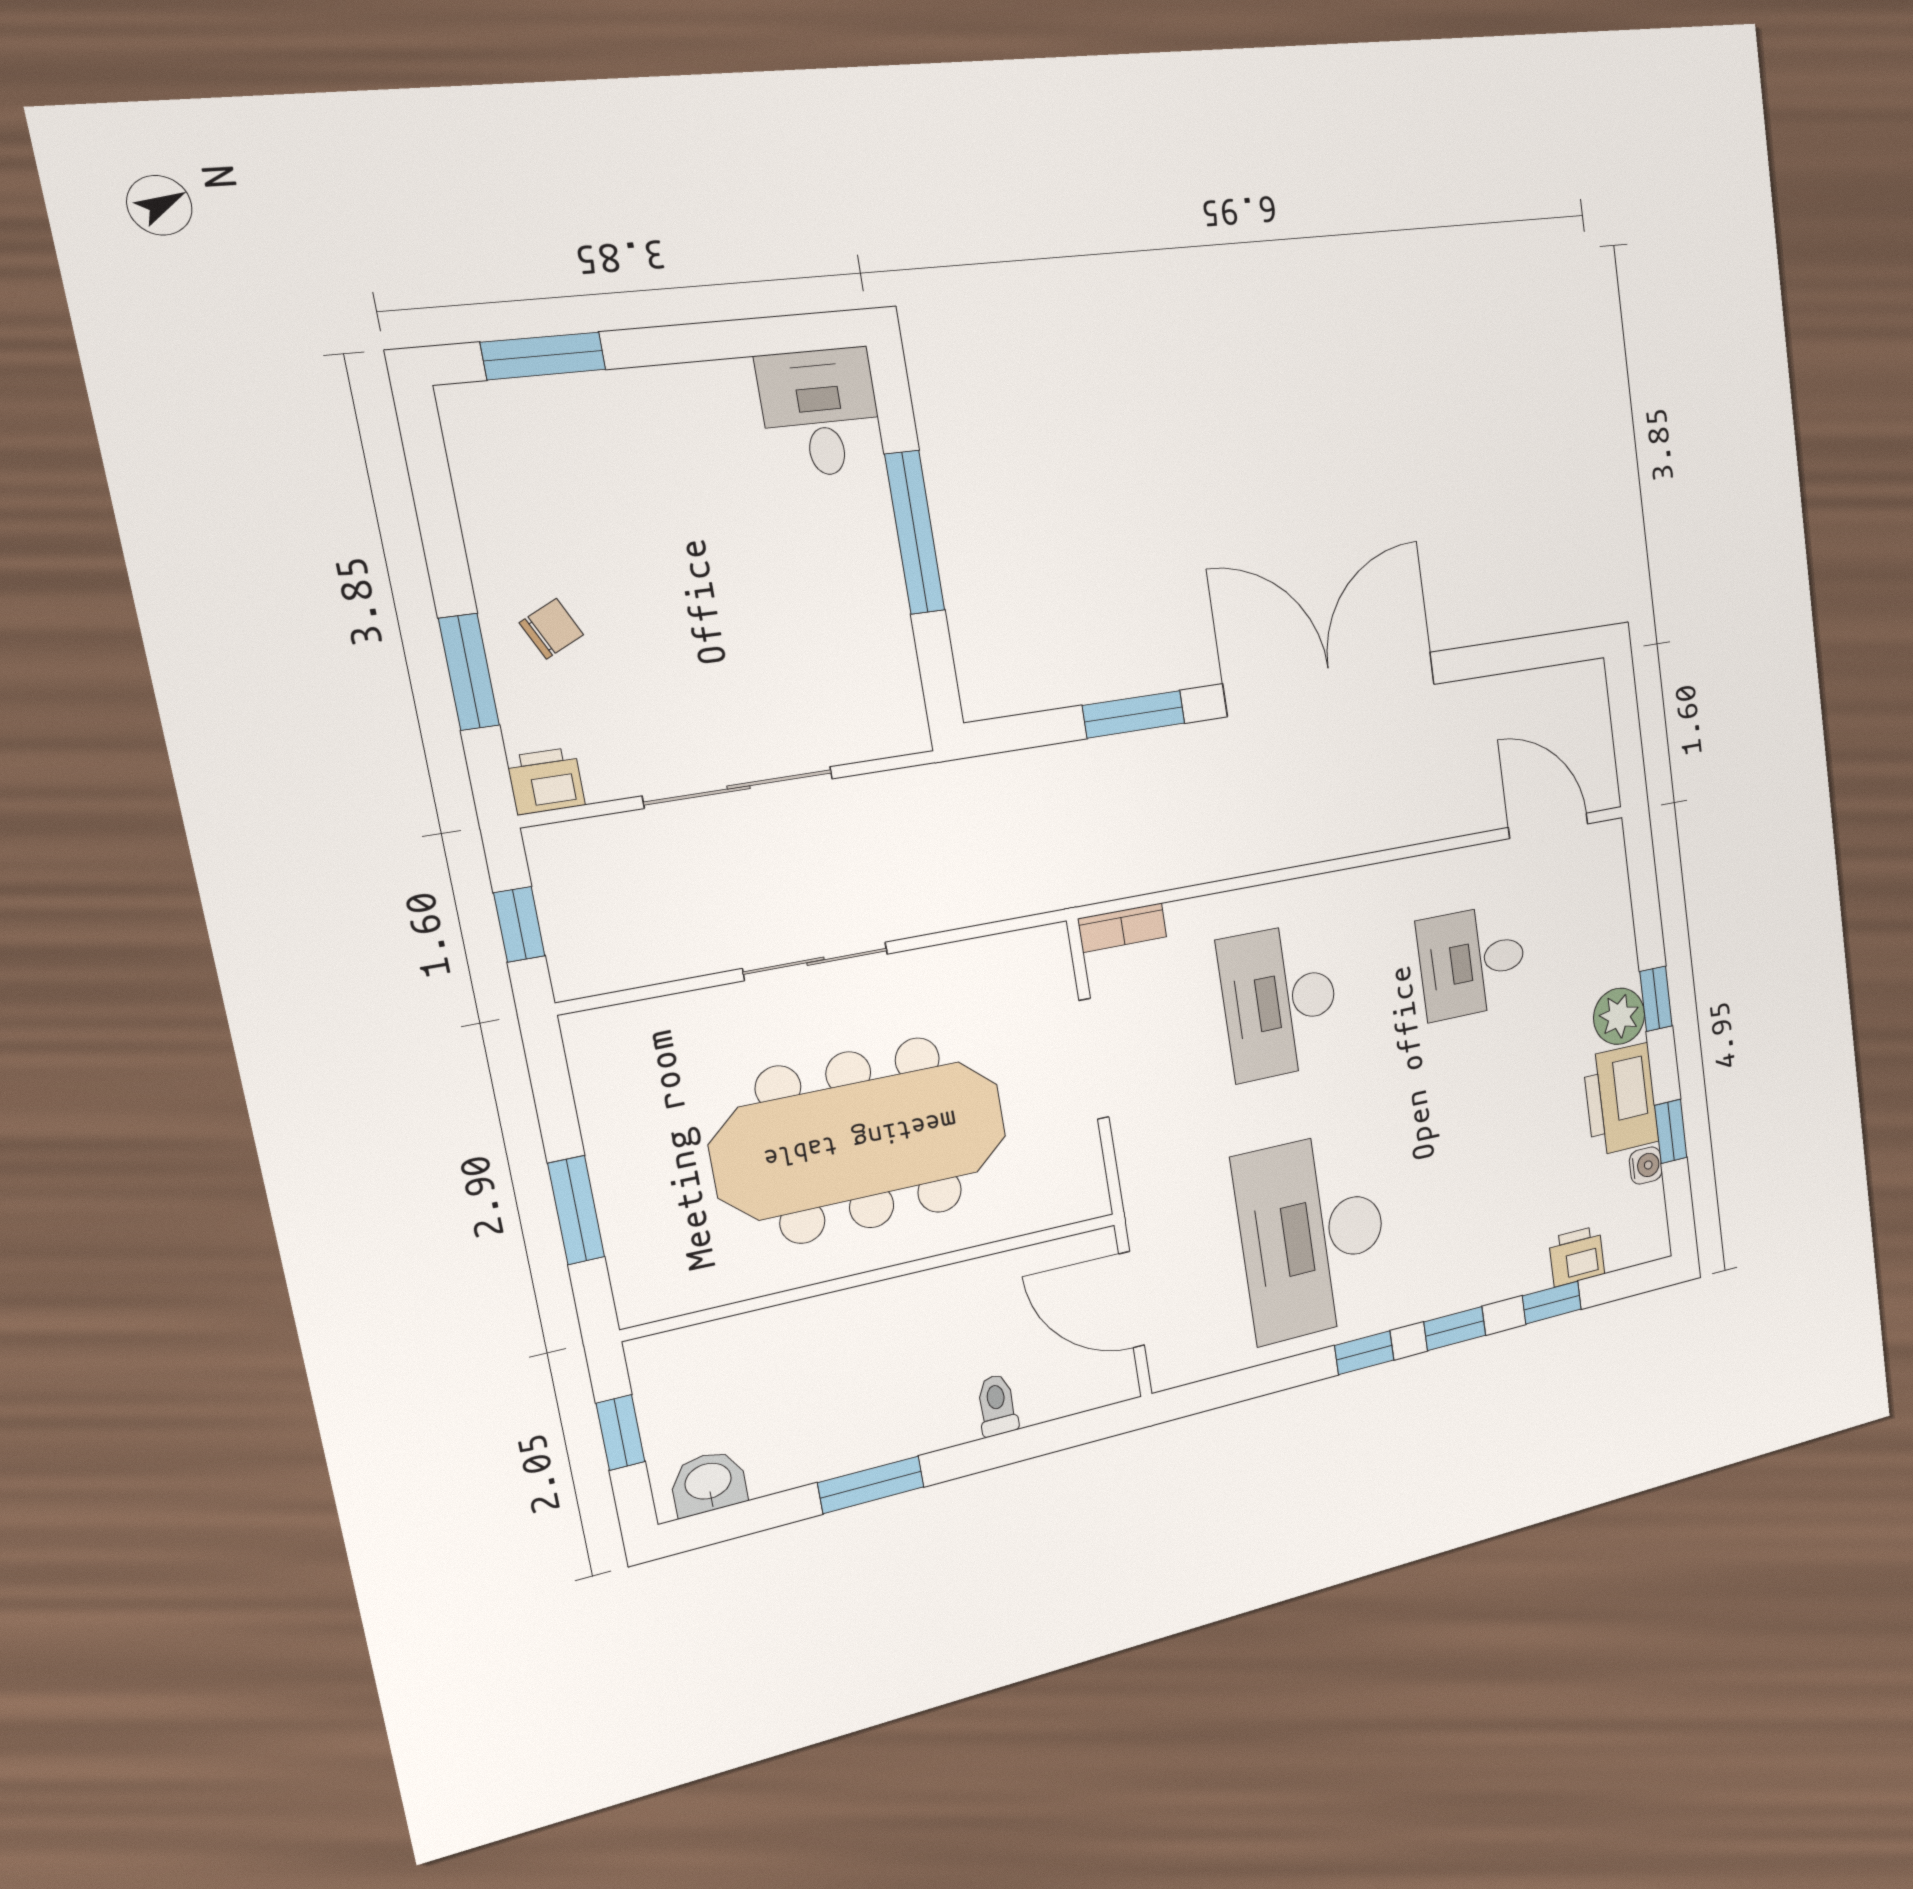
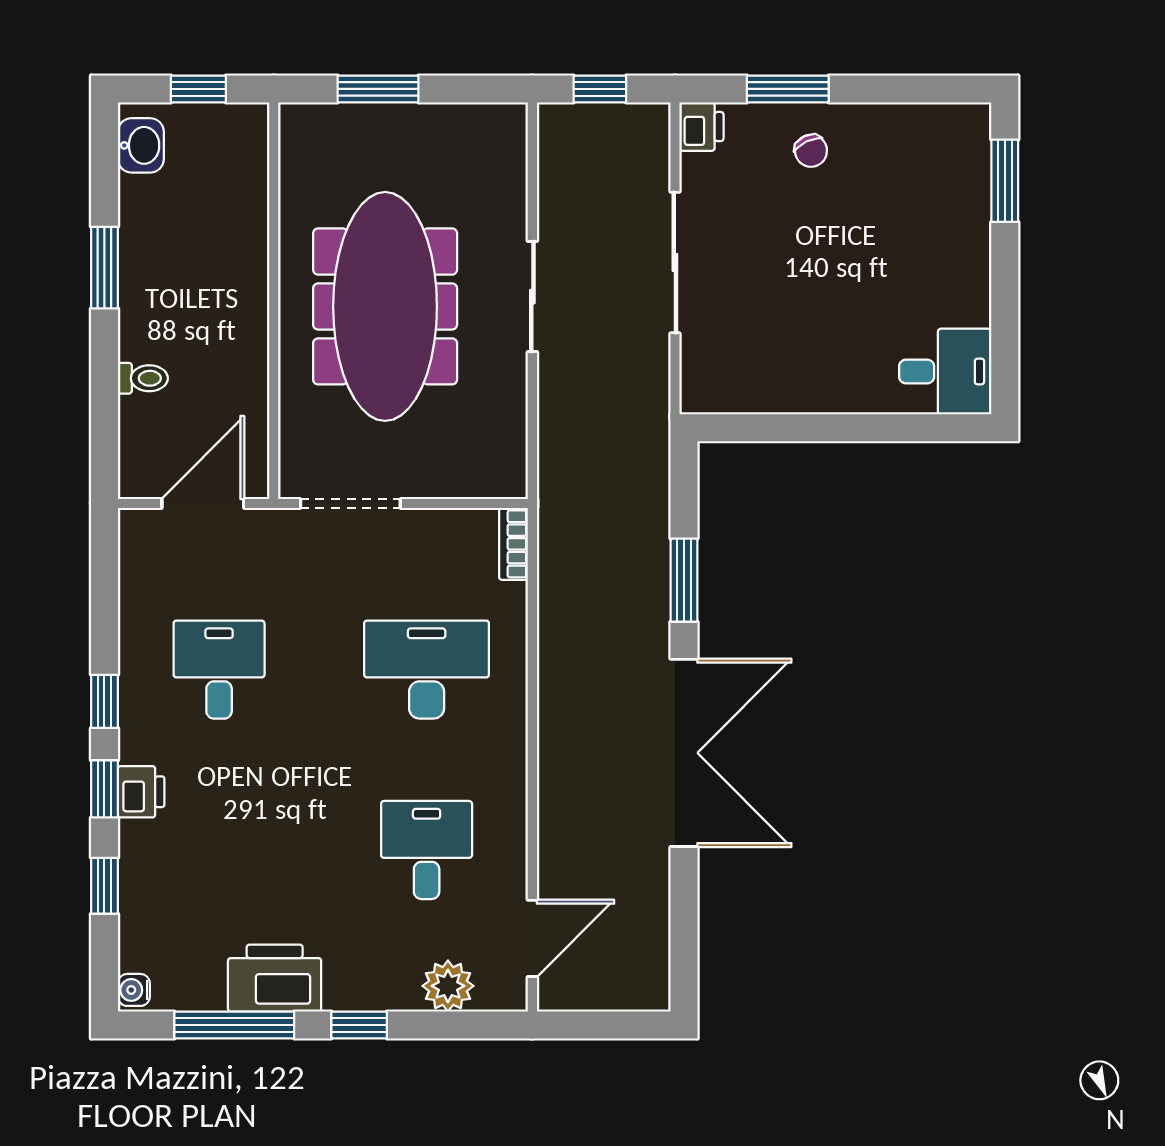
window: (915, 532) -> (848, 428), removed
plant: (1619, 1016) -> (448, 986), moved
doorway: (1094, 1059) -> (350, 503), moved
window: (1671, 1131) -> (234, 1025), width x2.17
water cooler: (1646, 1166) -> (134, 990), moved, turned 90
desk: (1313, 1236) -> (219, 670), width x0.53, depth x0.77
printer: (1577, 1256) -> (141, 792), moved

